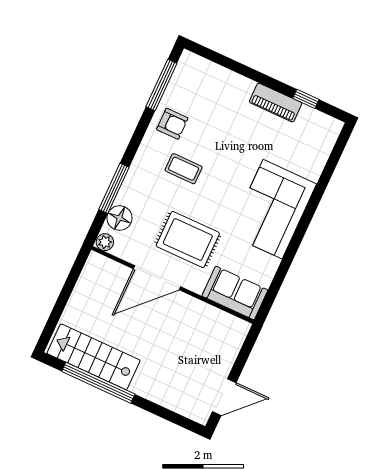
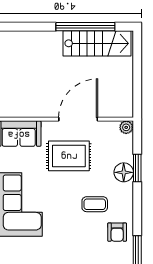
armchair: (172, 124) -> (117, 232), turned -90
window: (114, 188) -> (137, 168), width x0.69
floor lamp: (120, 218) -> (124, 172), moved

